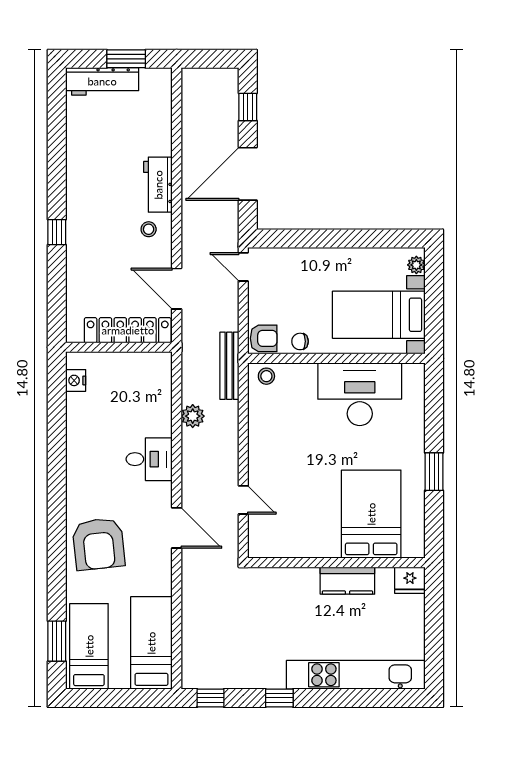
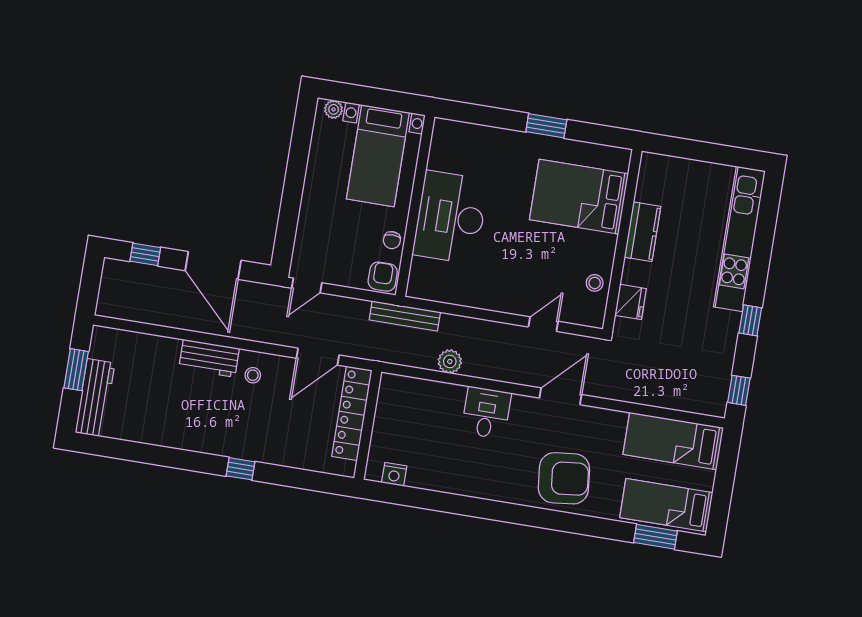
stool: (266, 376) -> (595, 283), moved
desk: (360, 394) -> (451, 217), moved
fridge: (410, 580) -> (631, 302), moved

